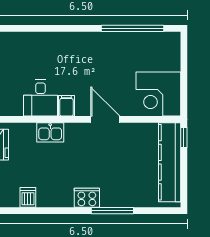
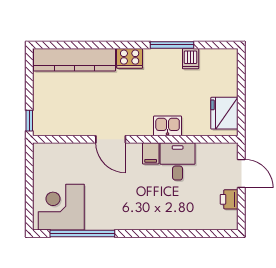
corner desk: (158, 94) -> (61, 207), moved, turned -90
kitchen counter: (170, 162) -> (75, 60), moved, turned 90
window: (112, 211) -> (172, 45), moved

